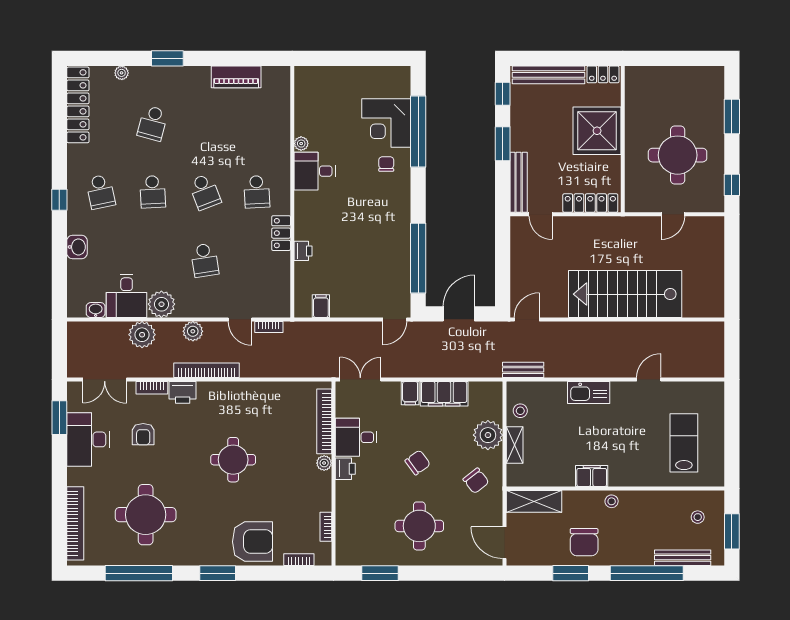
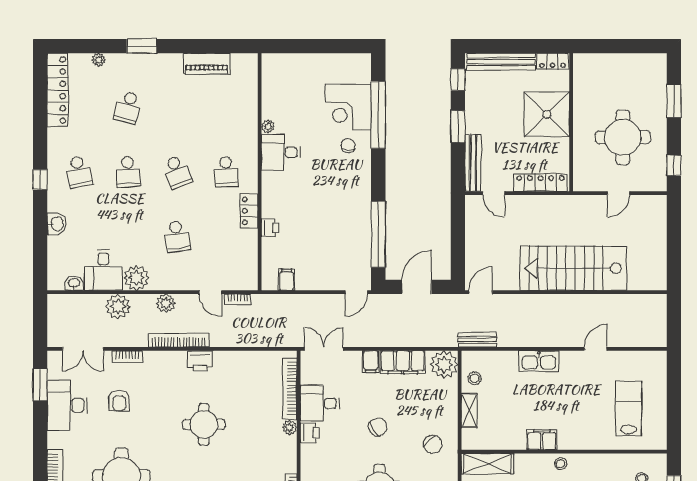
printer: (183, 392) -> (200, 361), moved
plant: (488, 435) -> (444, 365), moved

